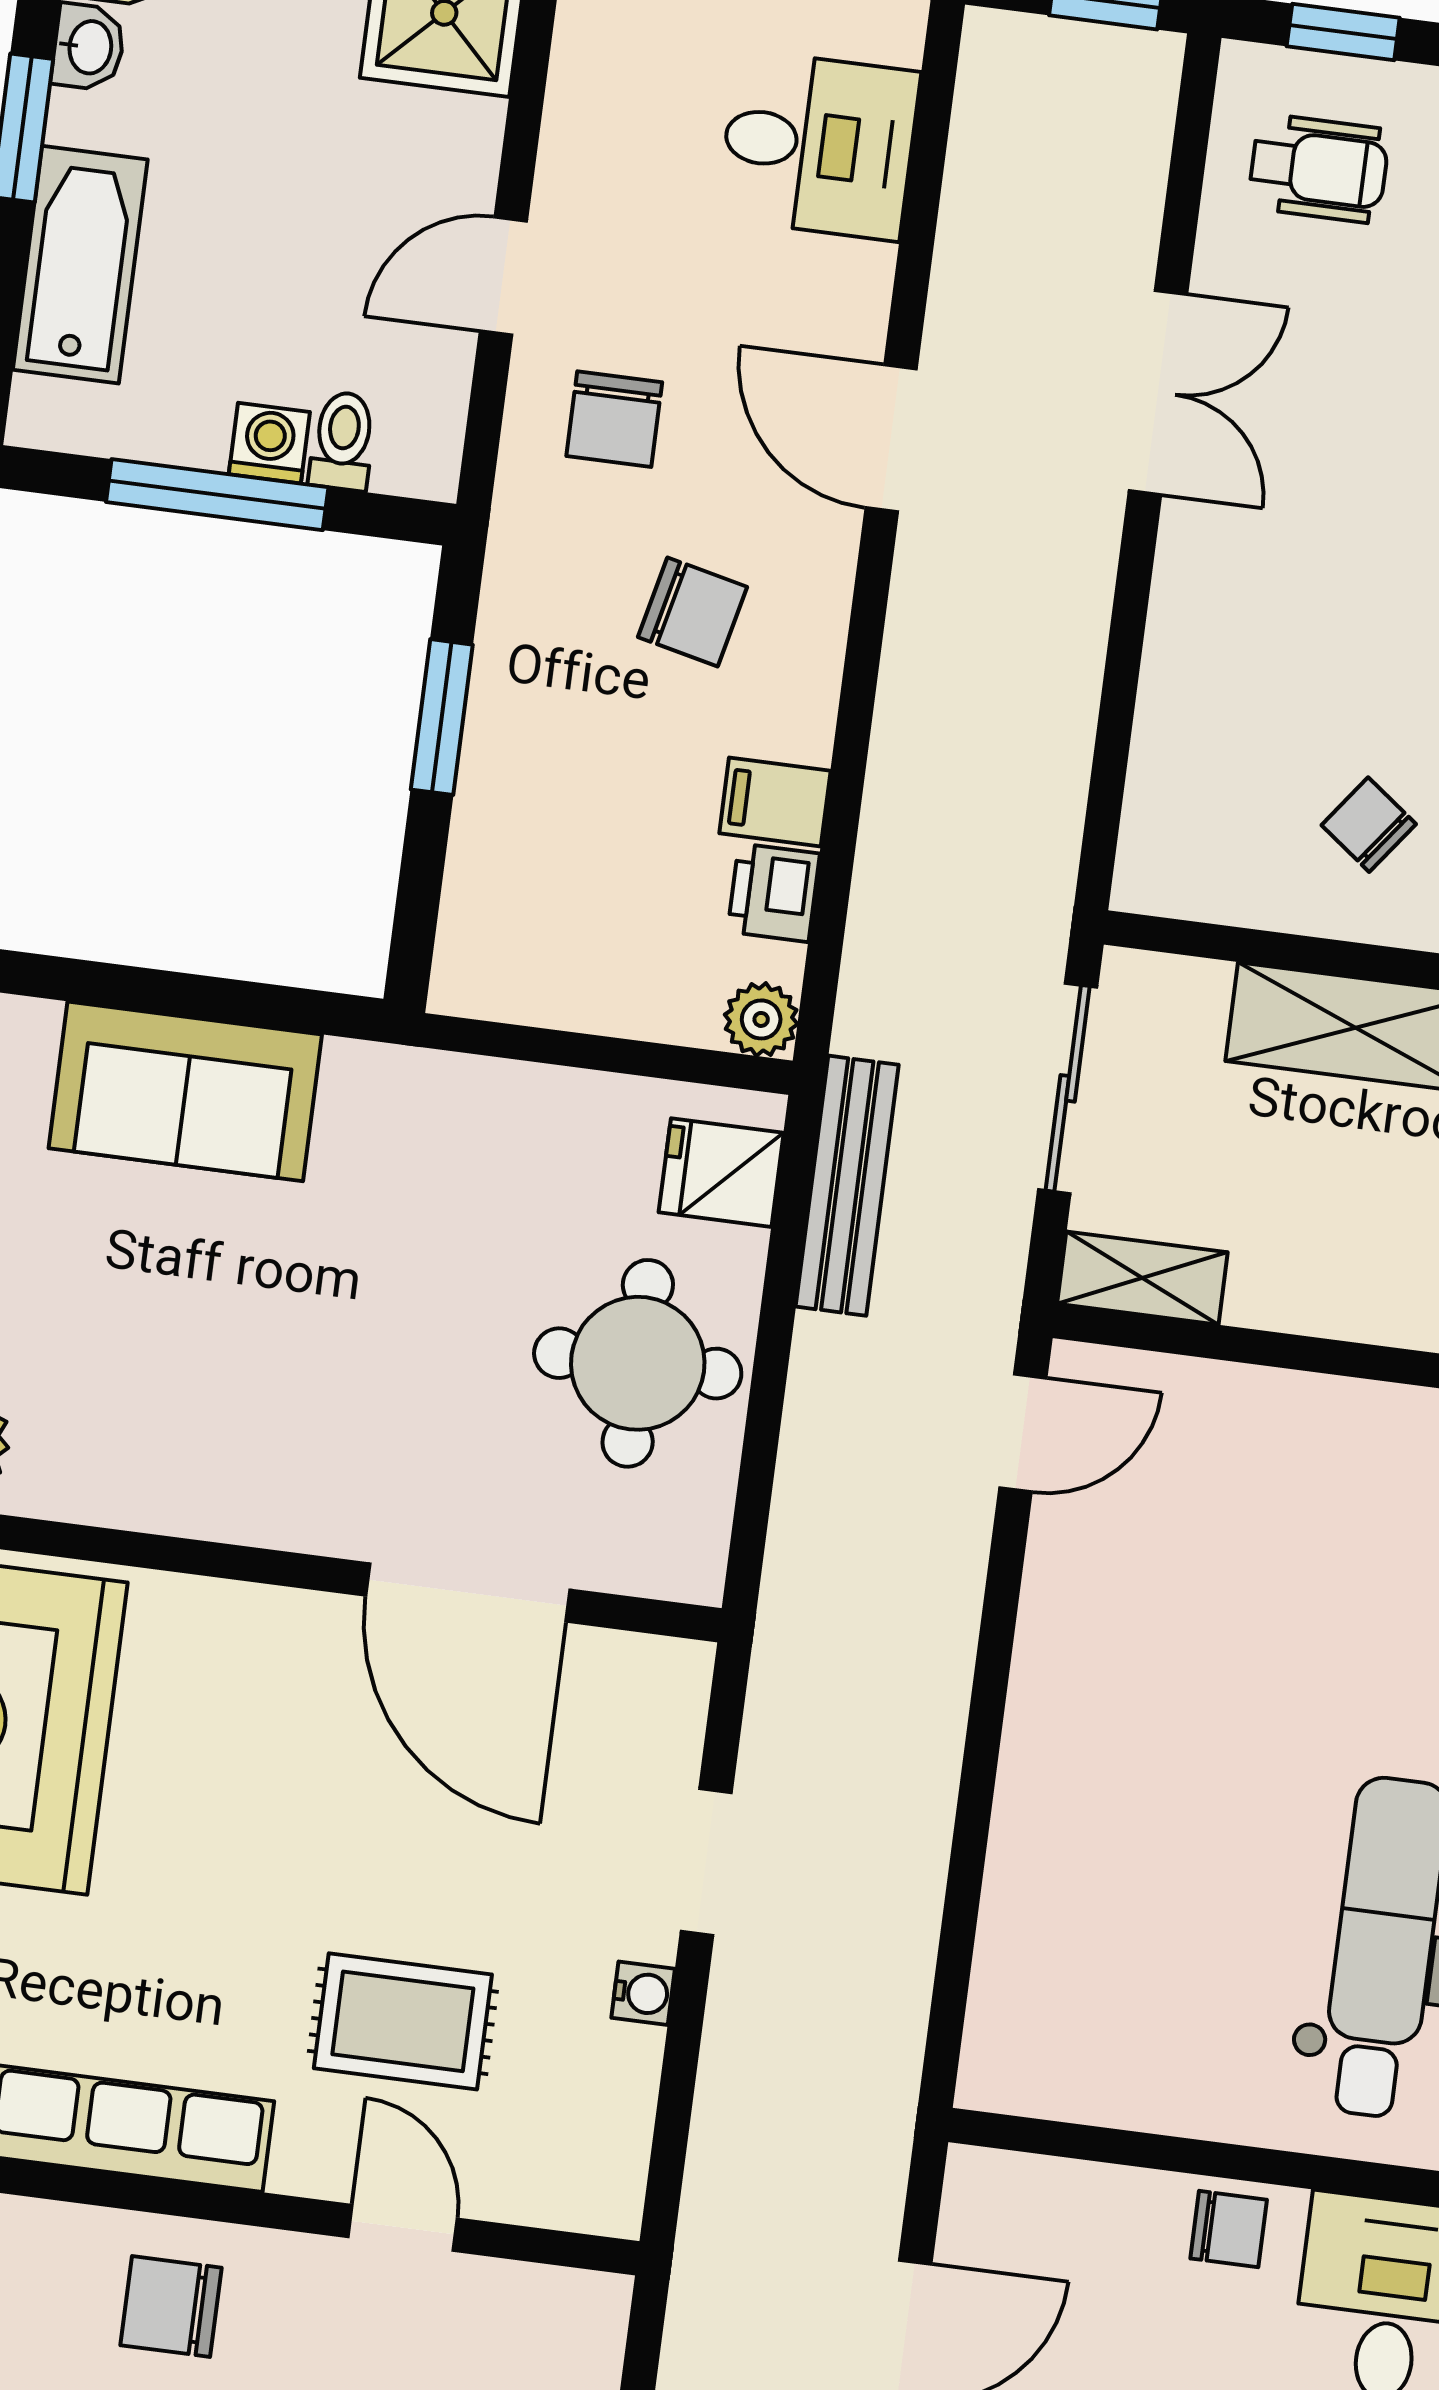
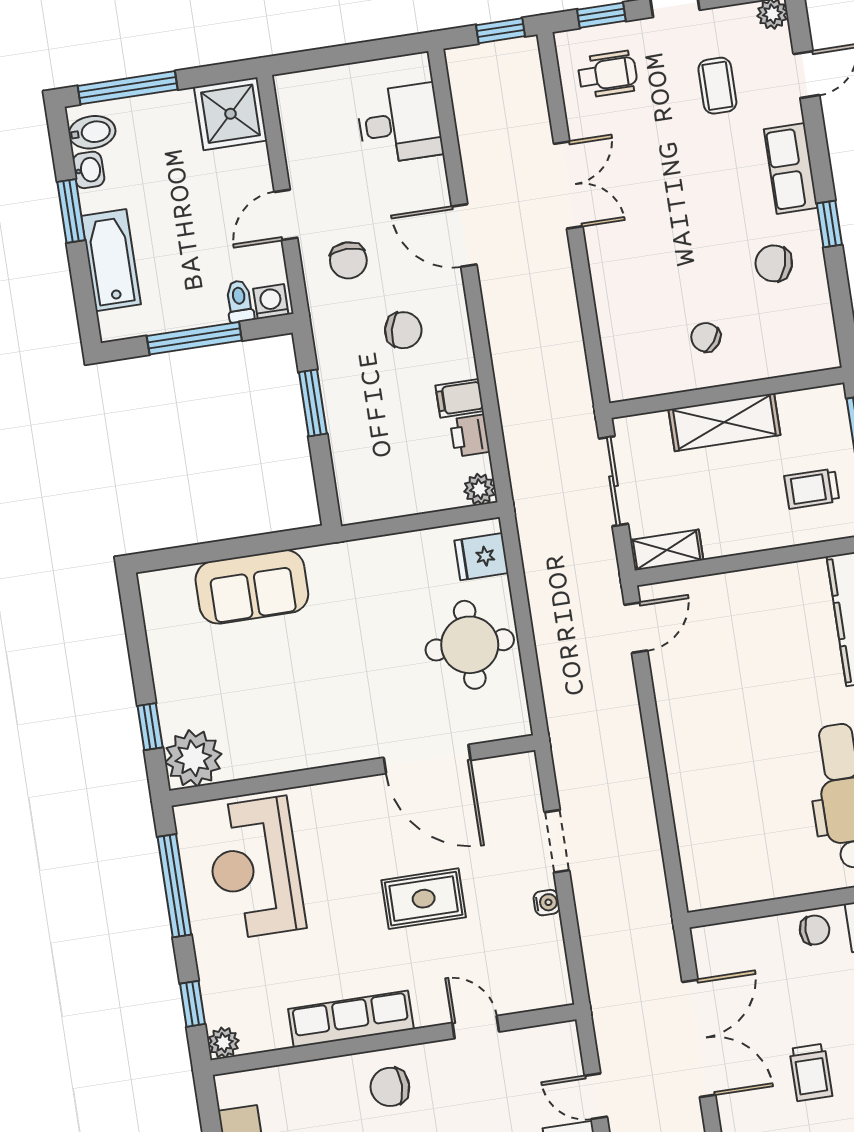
washing machine: (269, 443) -> (271, 302), moved
bench: (847, 1186) -> (535, 547), removed
rug: (403, 2021) -> (424, 899), moved

